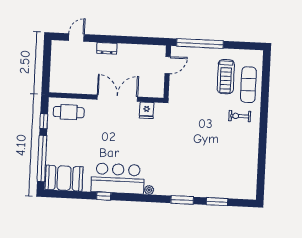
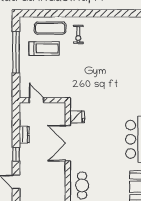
window: (108, 39) -> (16, 154), added
window: (200, 43) -> (16, 52), moved
dresser: (107, 48) -> (24, 135), moved

